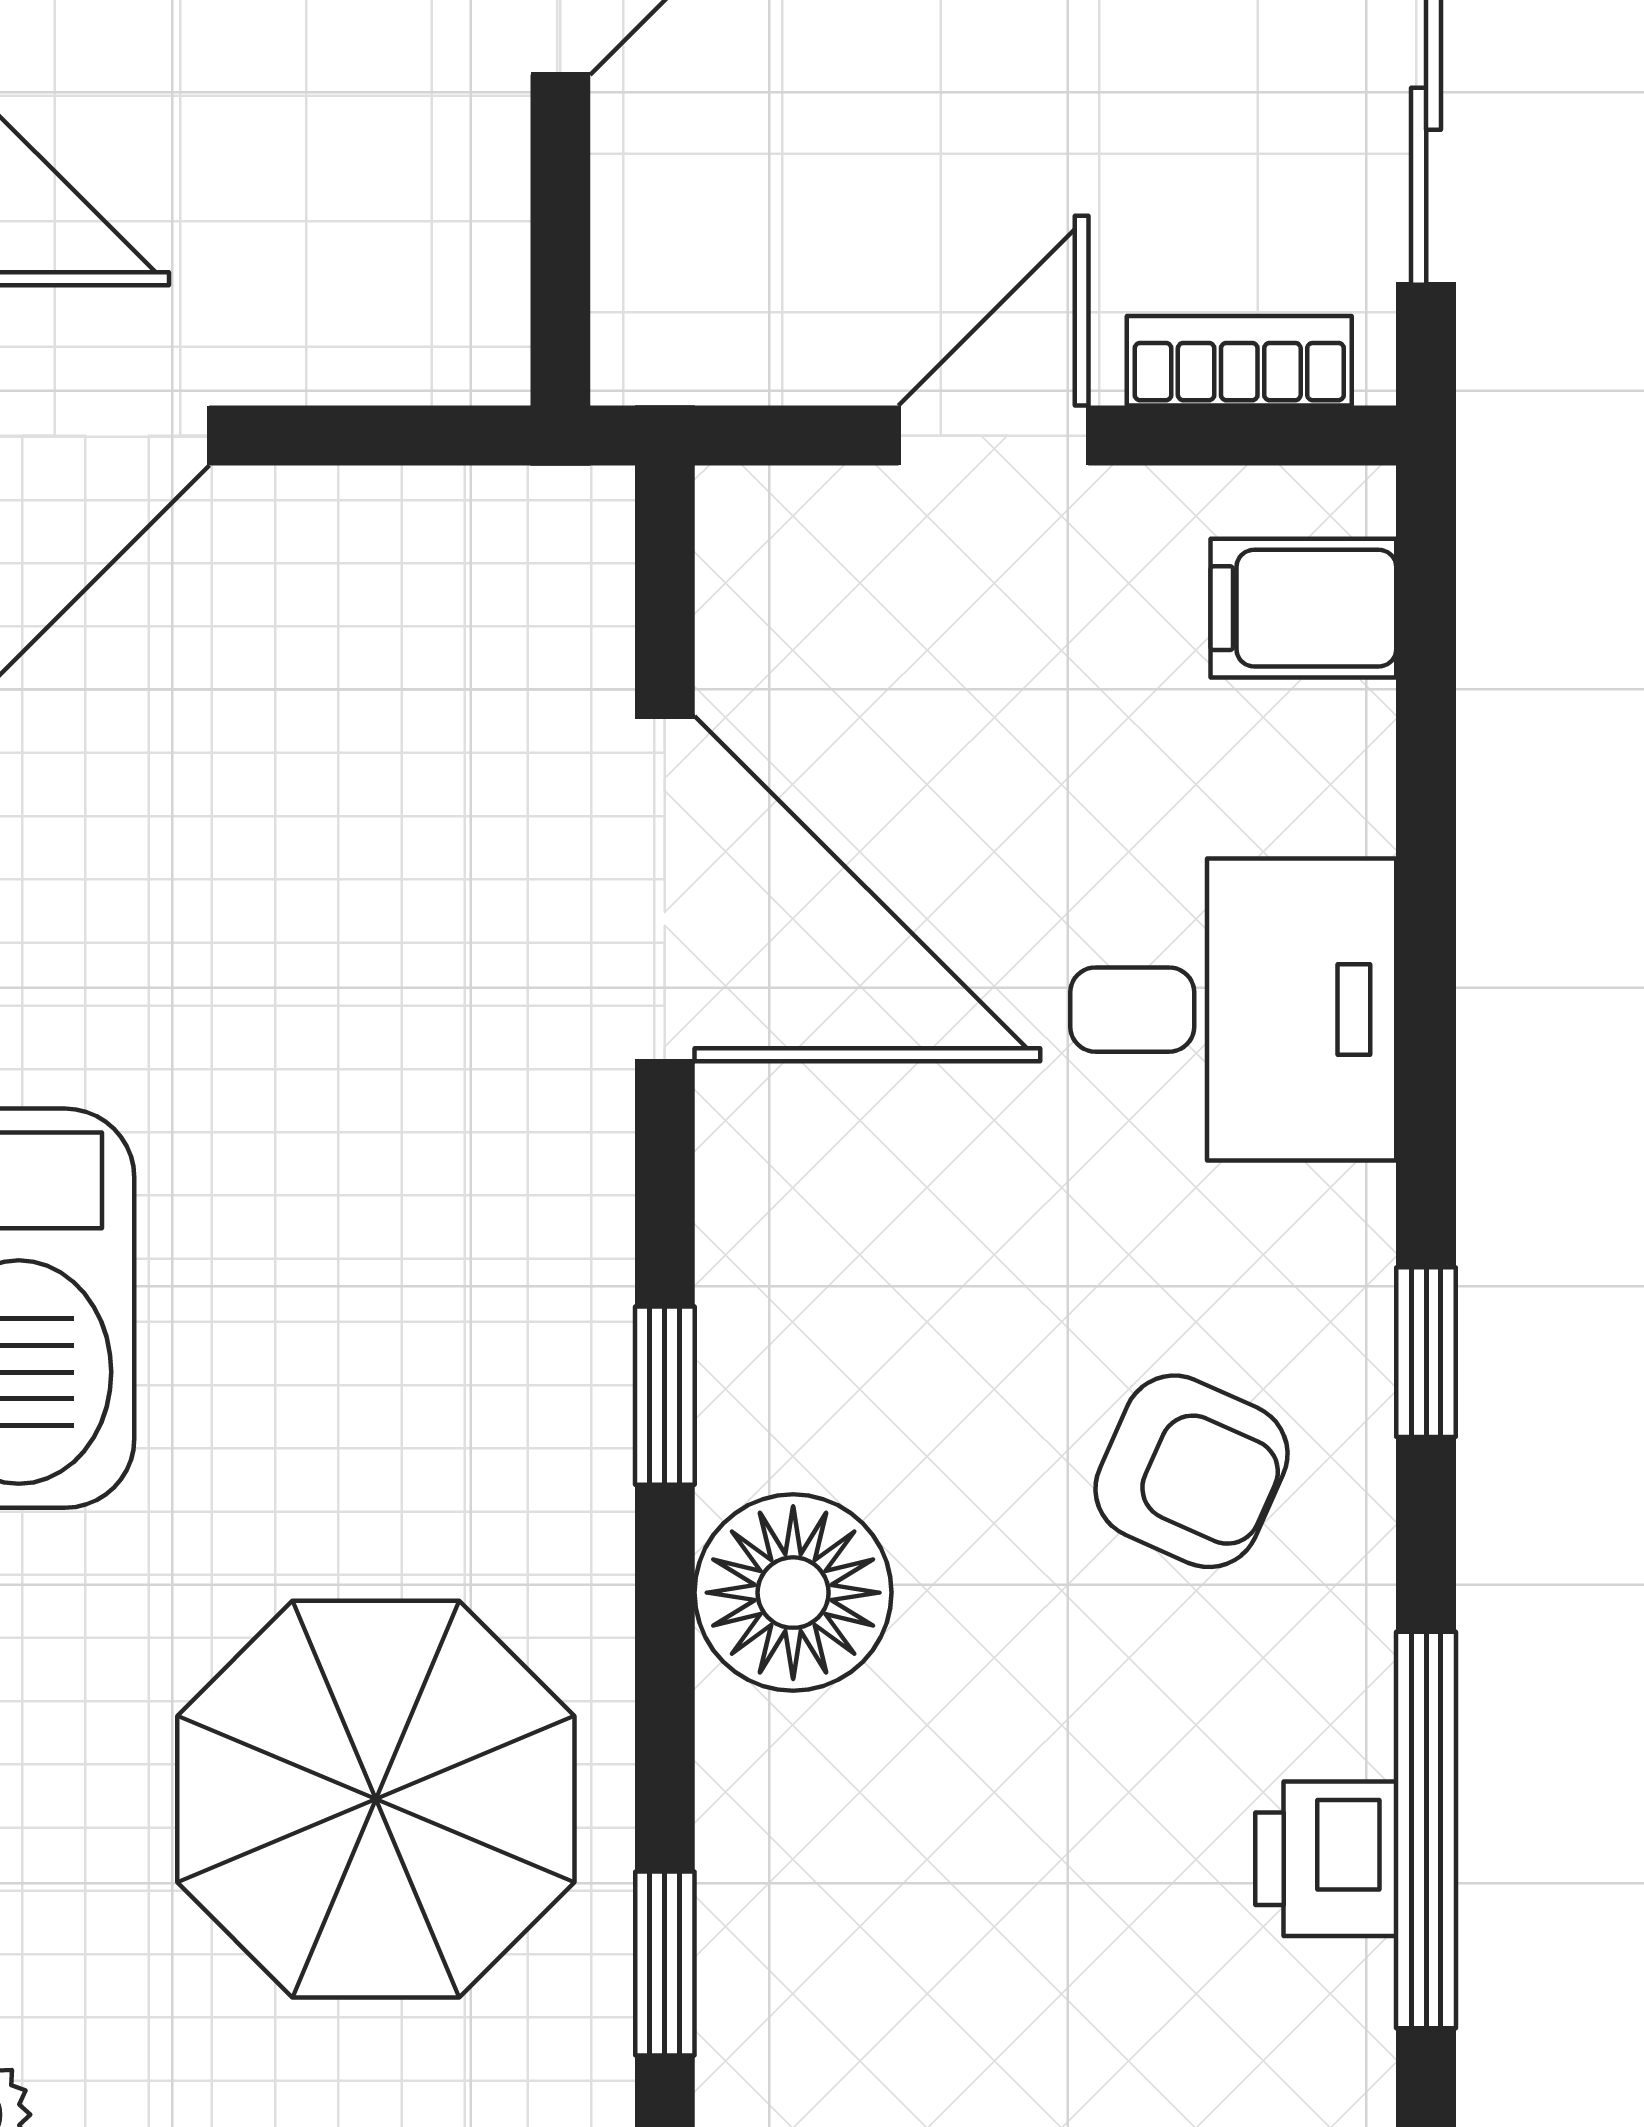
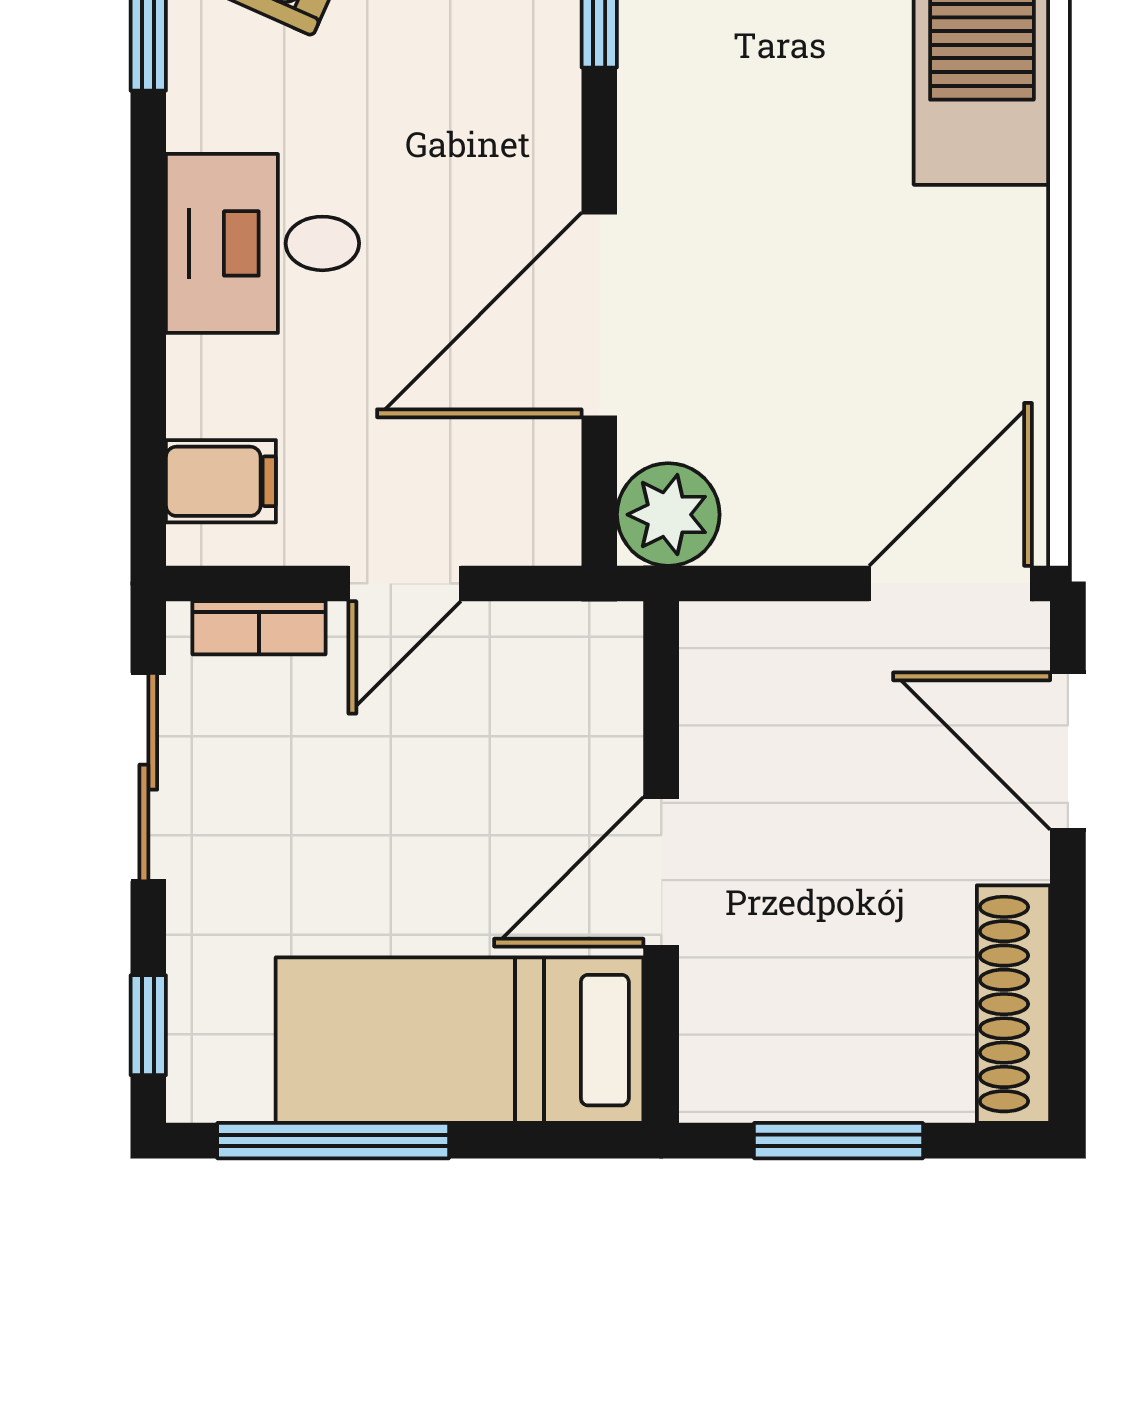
plant: (548, 552) -> (668, 515), added
door: (665, 889) -> (599, 315), hinge flipped

